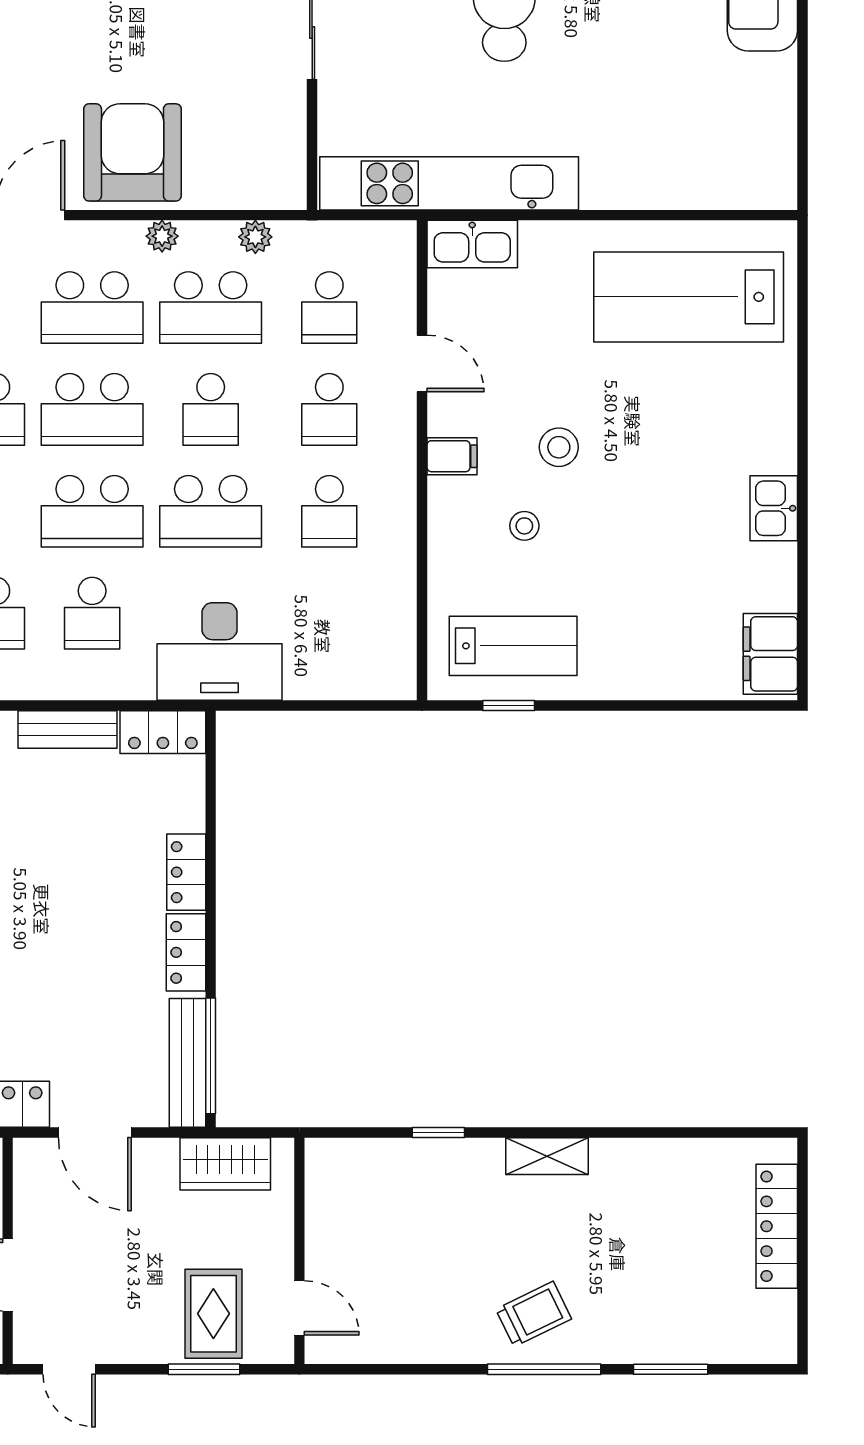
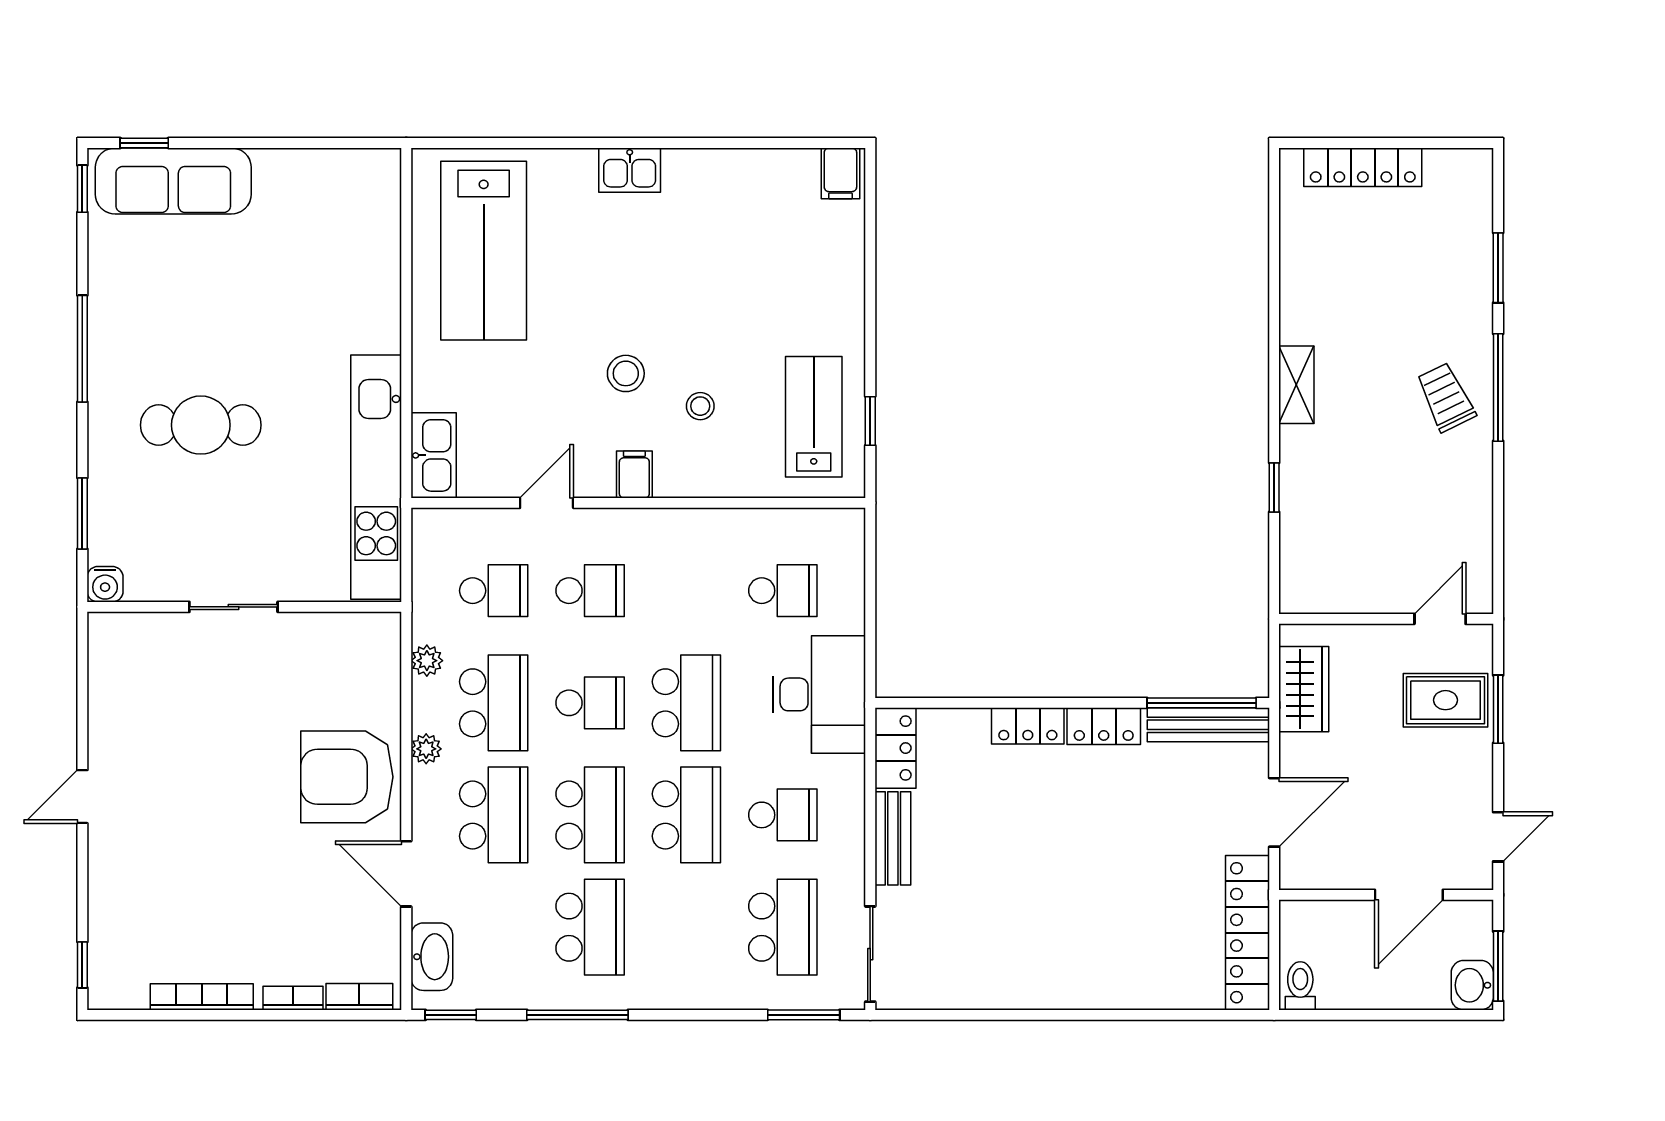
kitchen sink: (774, 508) -> (630, 170), moved
school desk: (329, 511) -> (783, 591), moved
filing cabinet: (770, 654) -> (840, 173), width x0.50

